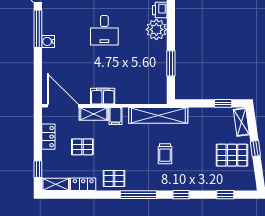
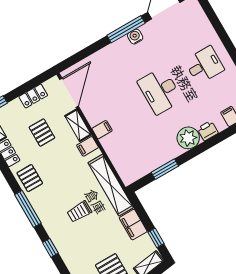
desk: (104, 30) -> (160, 91), width x1.37
water cooler: (48, 41) -> (135, 37), moved
filing cabinet: (103, 96) -> (102, 130), width x0.50
filing cabinet: (201, 116) -> (133, 225), added

